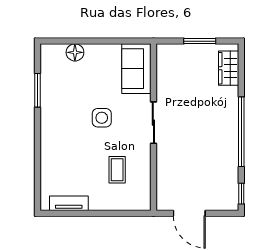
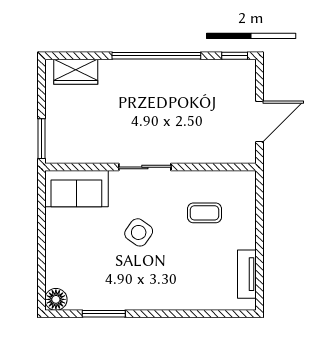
window: (200, 41) -> (42, 139), moved
floor lamp: (75, 52) -> (56, 299), moved
side table: (102, 118) -> (139, 232), turned 35

